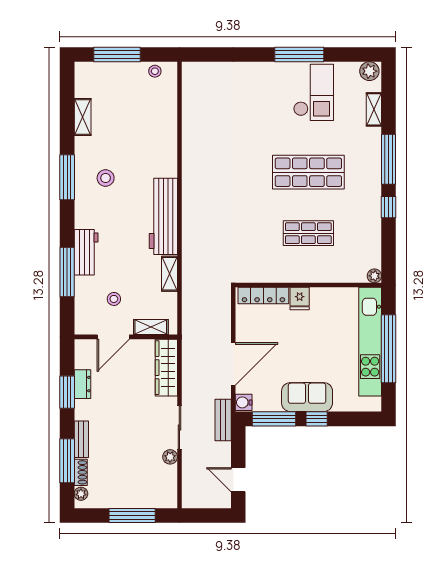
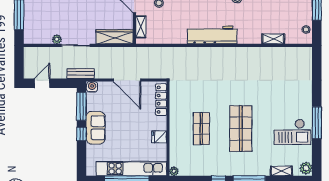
shelving: (169, 274) -> (273, 39), moved
fridge: (300, 298) -> (159, 137), moved
door: (233, 364) -> (127, 80), moved

